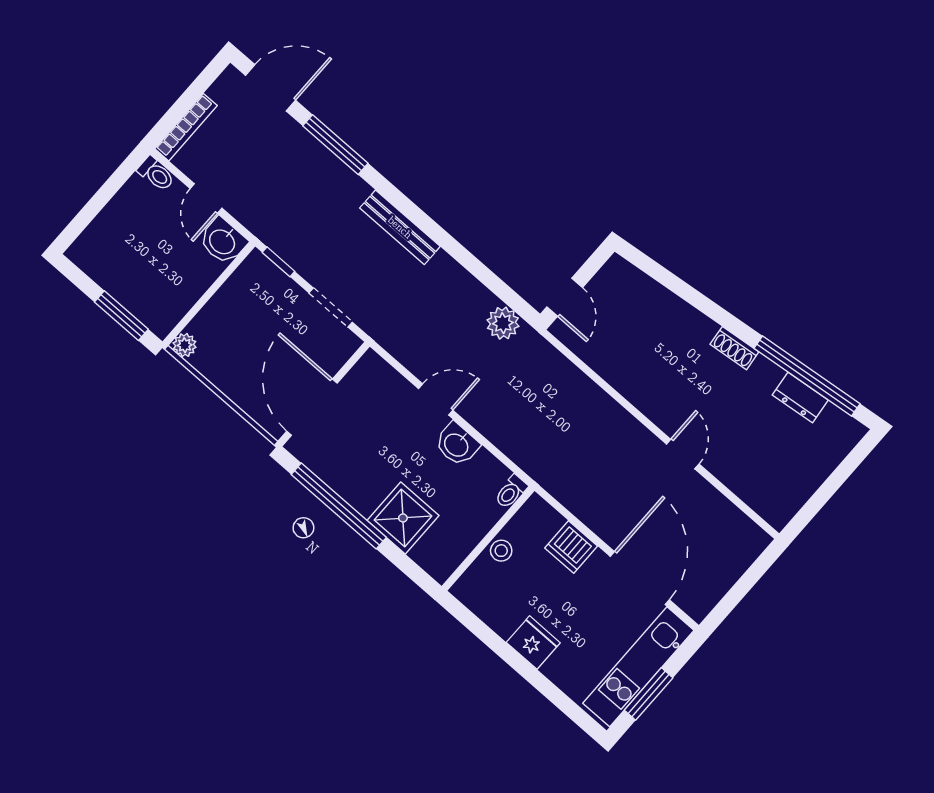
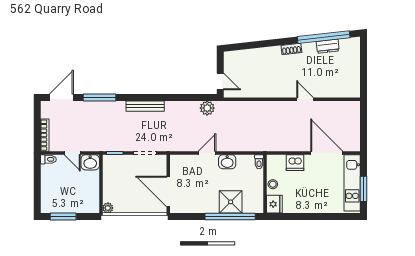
window: (121, 316) -> (63, 217), moved
window: (339, 506) -> (230, 217), moved
fridge: (533, 643) -> (274, 204), moved, turned 90

